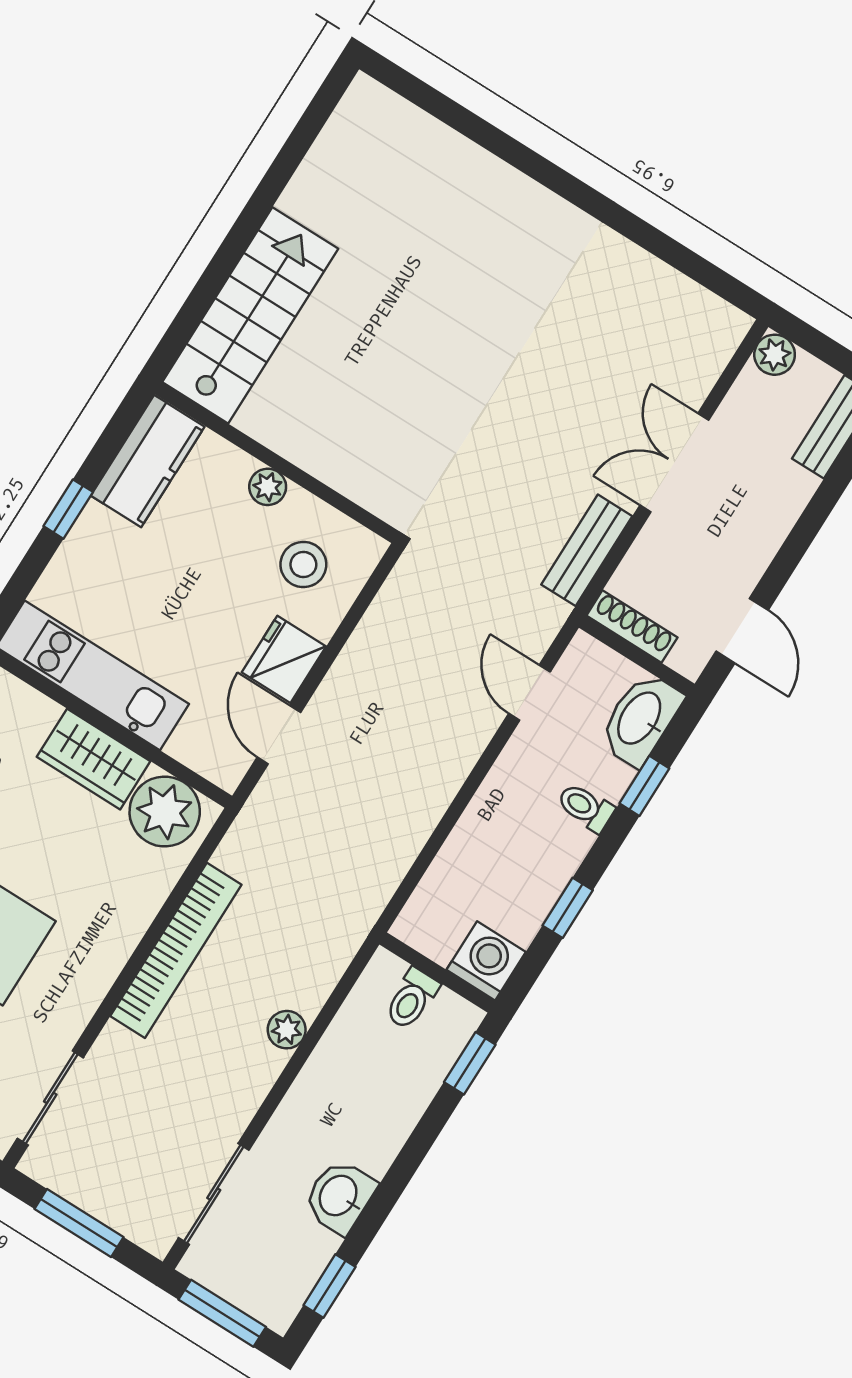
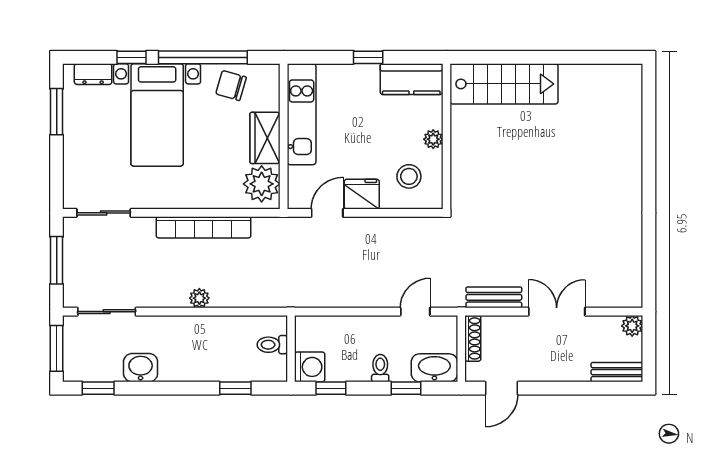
washing machine: (486, 961) -> (310, 367), moved
wall: (437, 973) -> (291, 349), moved
toilet: (412, 999) -> (272, 345), moved

